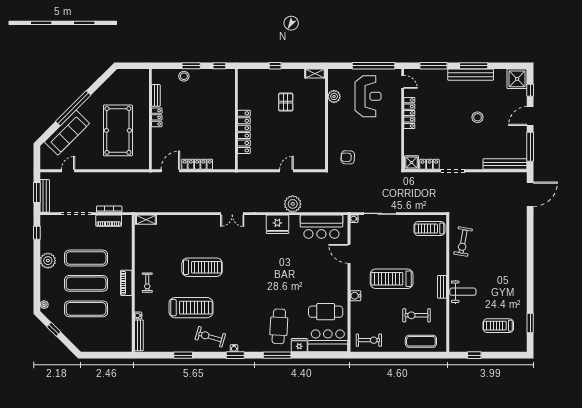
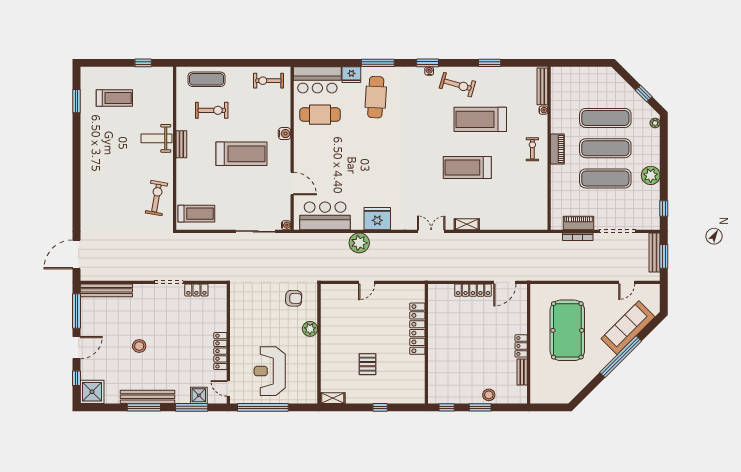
plant: (334, 96) -> (310, 329), moved
shower: (412, 163) -> (199, 395), moved
shelving: (146, 220) -> (467, 224), moved

